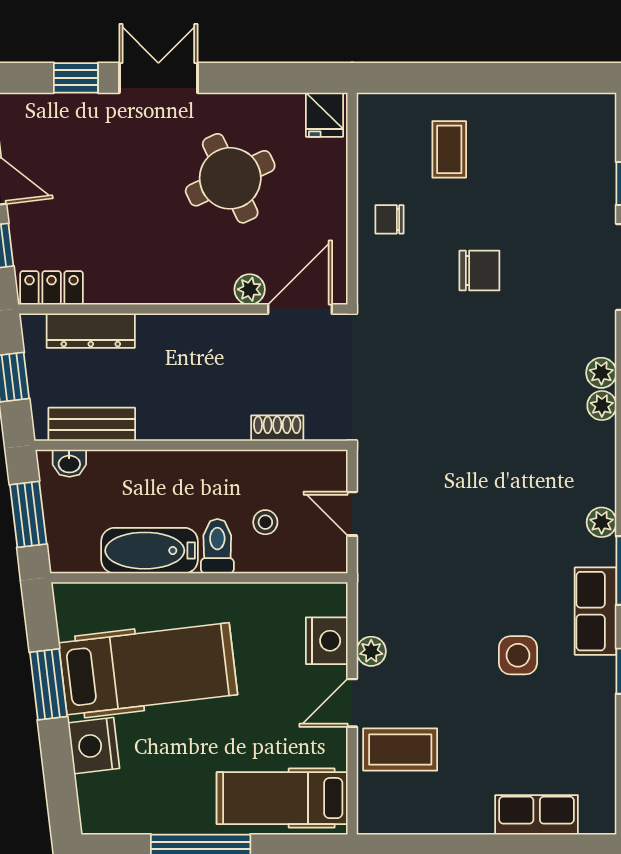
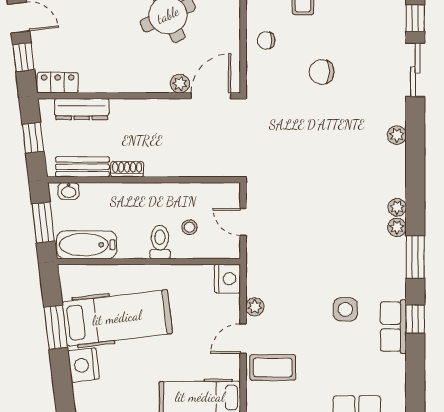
chair: (479, 270) -> (322, 72), turned 180
plant: (602, 406) -> (397, 207), moved
shoe rack: (277, 428) -> (127, 169), moved
bathtub: (150, 551) -> (87, 245), moved
row of seats: (596, 611) -> (393, 327), moved
nightstand: (327, 641) -> (227, 279), moved

